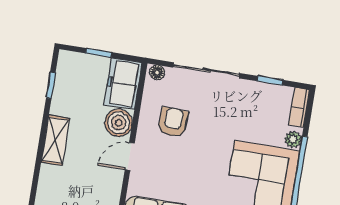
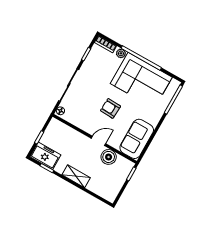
freezer: (123, 84) -> (45, 156), moved, turned 180
armchair: (173, 122) -> (110, 108), moved
boiler: (119, 123) -> (109, 157), moved
door: (130, 156) -> (99, 141), swing flipped

